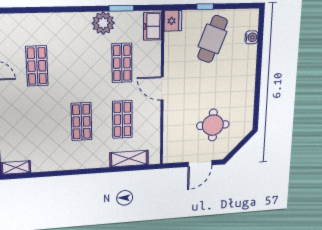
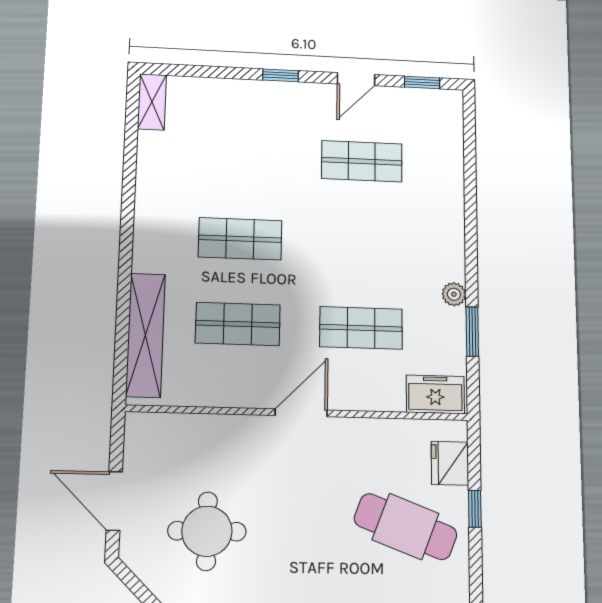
fridge: (173, 21) -> (450, 463), moved, turned 90
plant: (103, 23) -> (454, 294), width x0.53, depth x0.53
shelving: (129, 159) -> (145, 335), width x1.47

